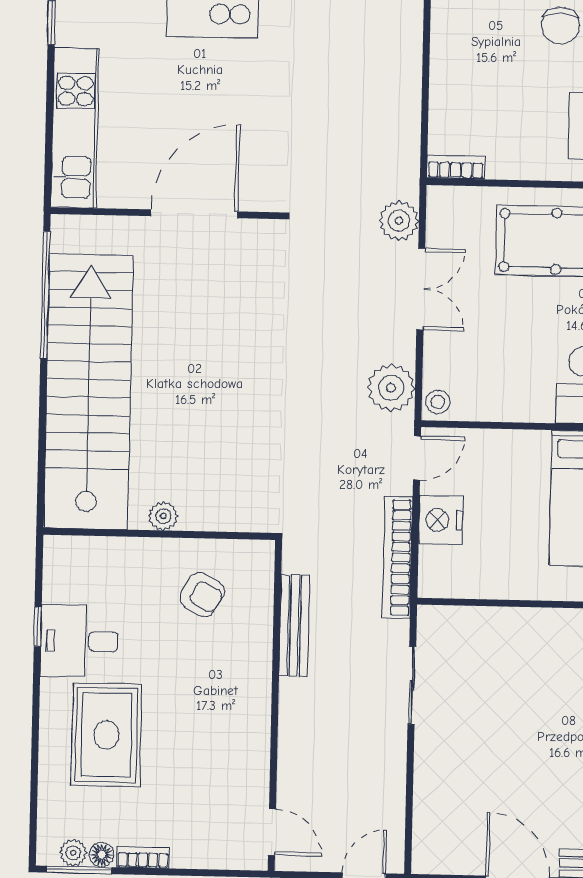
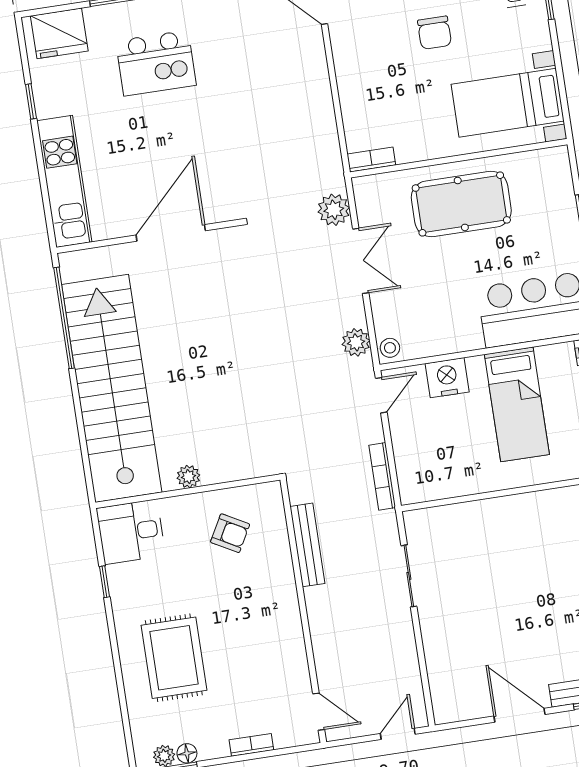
plant: (391, 388) -> (356, 342), width x0.73, depth x0.73
nightstand: (441, 520) -> (447, 378), moved, turned 90
bookcase: (397, 558) -> (382, 476), width x0.68, depth x0.76
desk: (79, 641) -> (131, 532), moved
bookcase: (143, 857) -> (251, 745), moved

